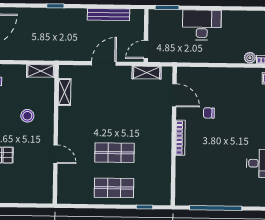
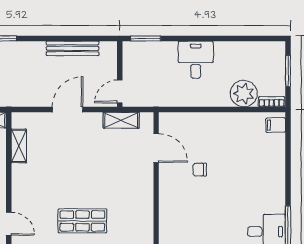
desk: (202, 25) -> (196, 60), width x0.73
plant: (250, 58) -> (244, 94), width x1.88, depth x1.88
bookcase: (180, 138) -> (164, 201), removed

